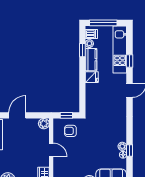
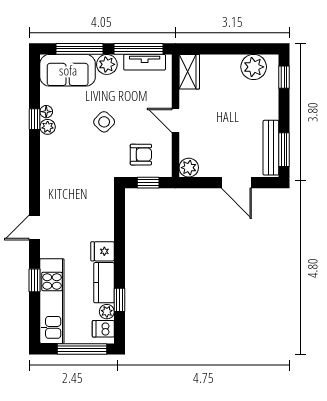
door: (17, 115) -> (236, 183), hinge flipped
side table: (91, 149) -> (104, 122), added

